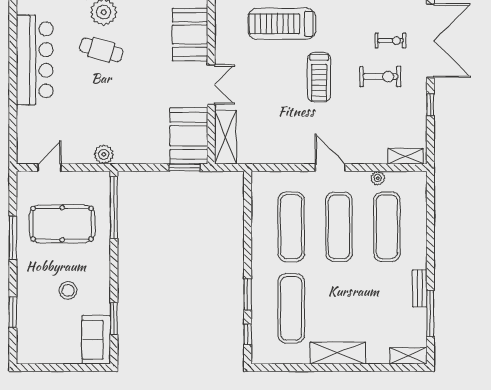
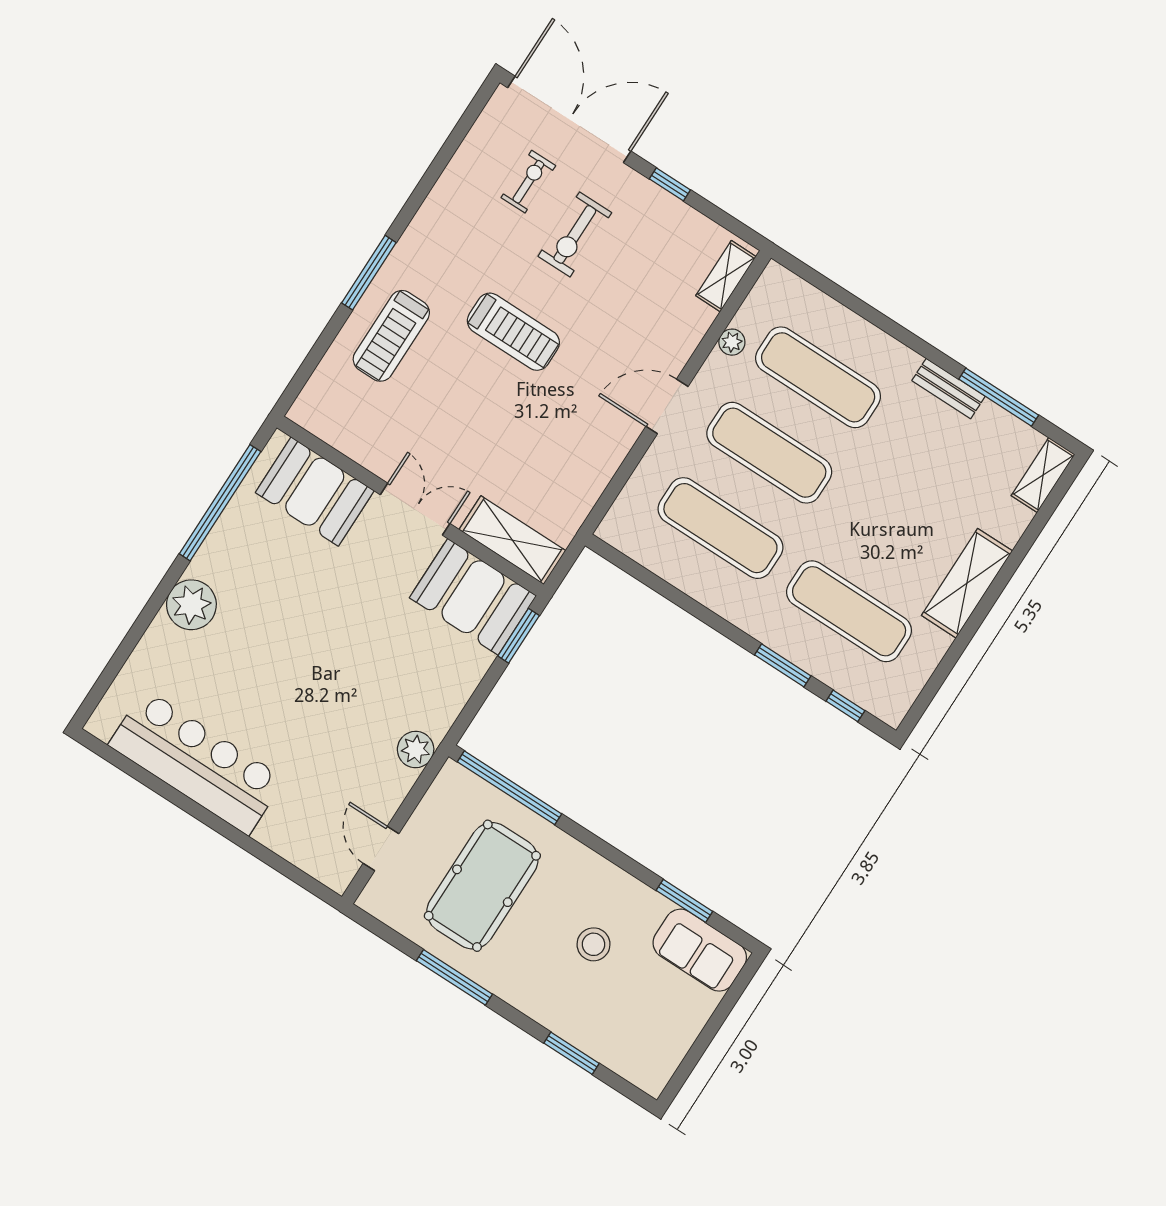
treadmill: (282, 24) -> (391, 336), width x0.73, depth x0.73
cafe table: (101, 50) -> (248, 647), removed
exercise bike: (380, 77) -> (575, 234), turned 180

